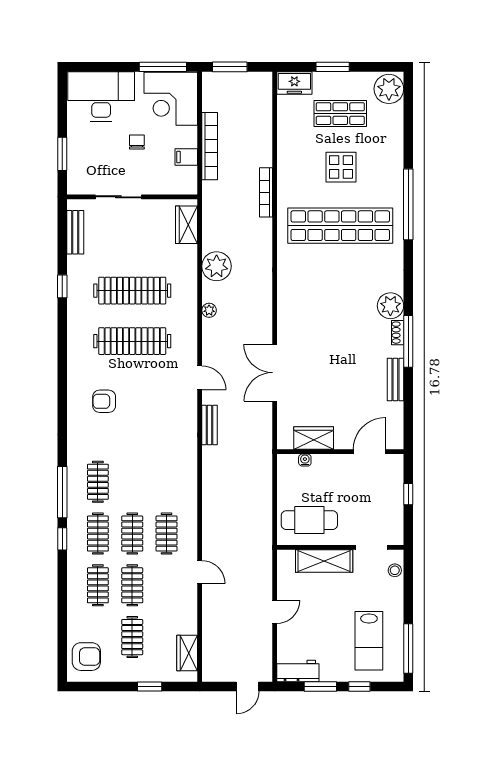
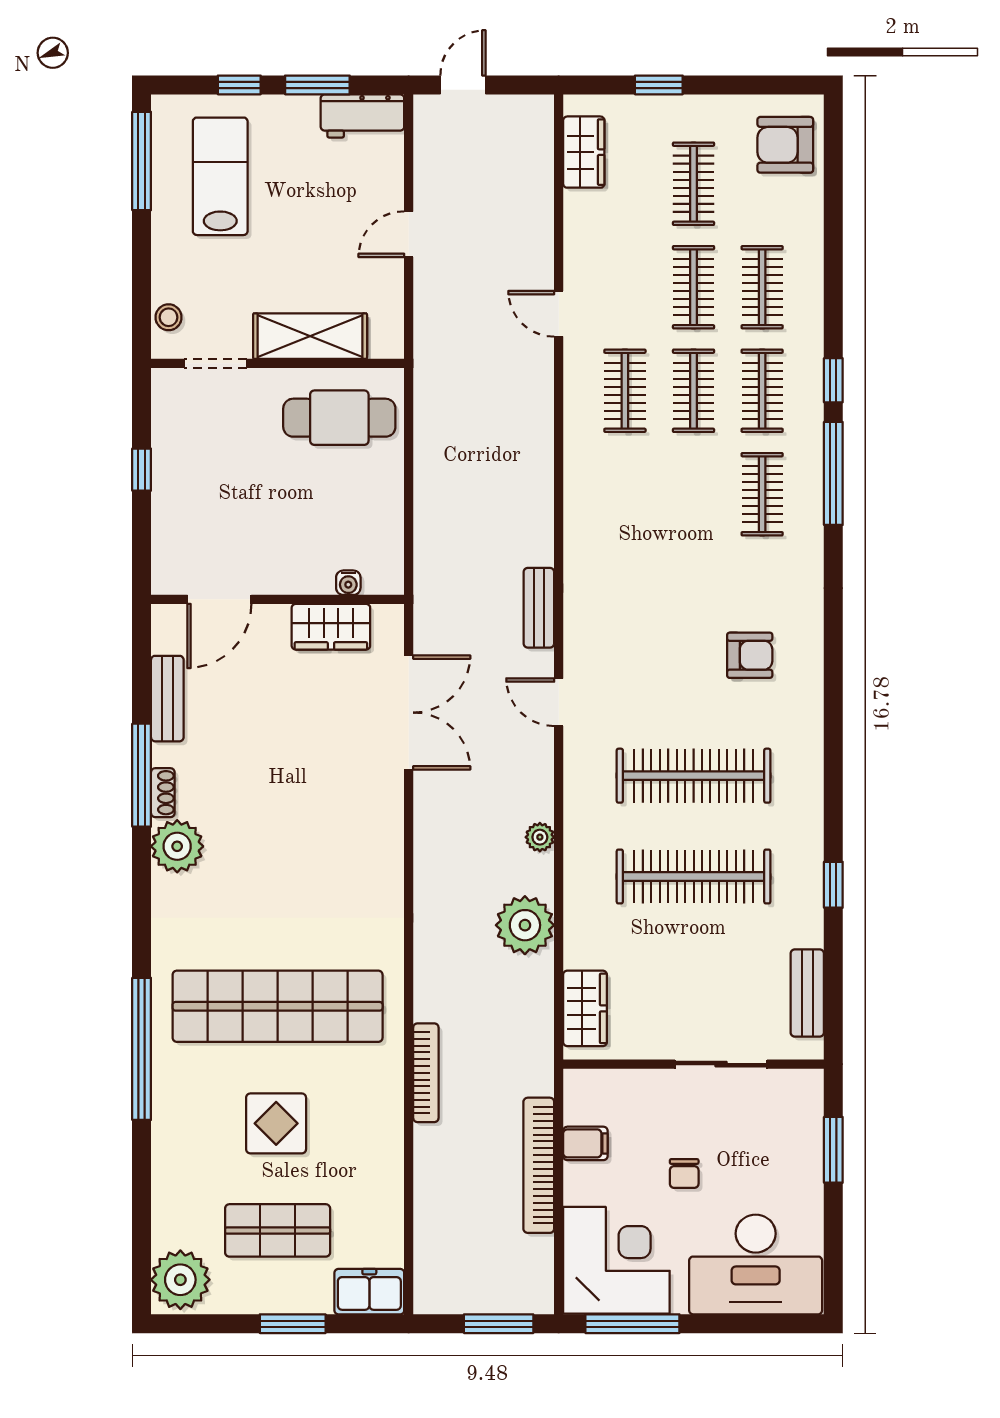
wardrobe: (314, 438) -> (331, 627), moved
wall: (340, 452) -> (278, 599), moved
door: (369, 452) -> (219, 599), moved
water cooler: (305, 460) -> (348, 583), moved

